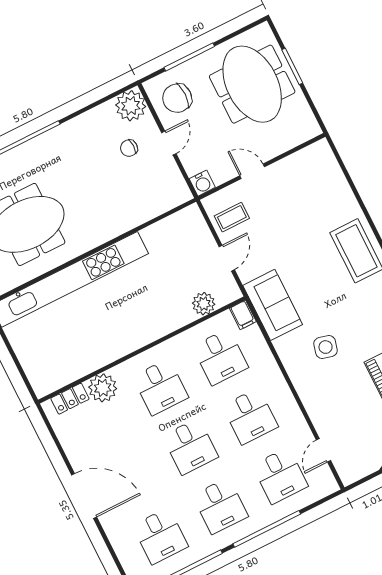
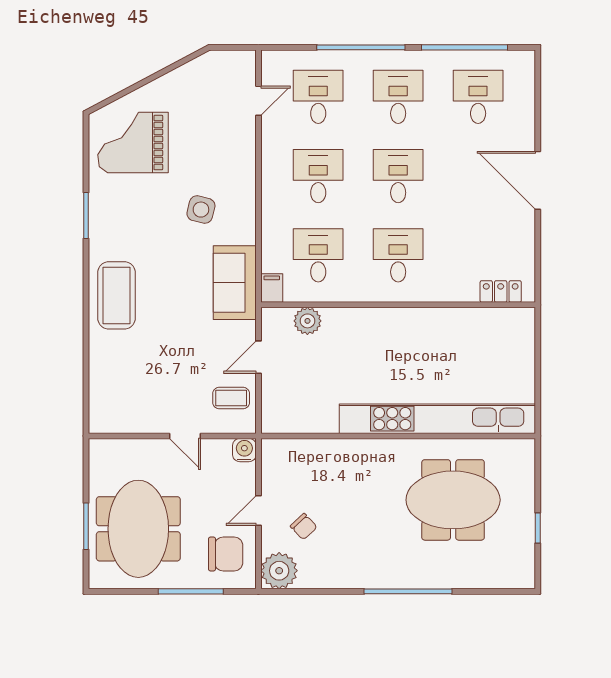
chair: (129, 148) -> (304, 527), turned 47
plant: (103, 388) -> (460, 285), removed

